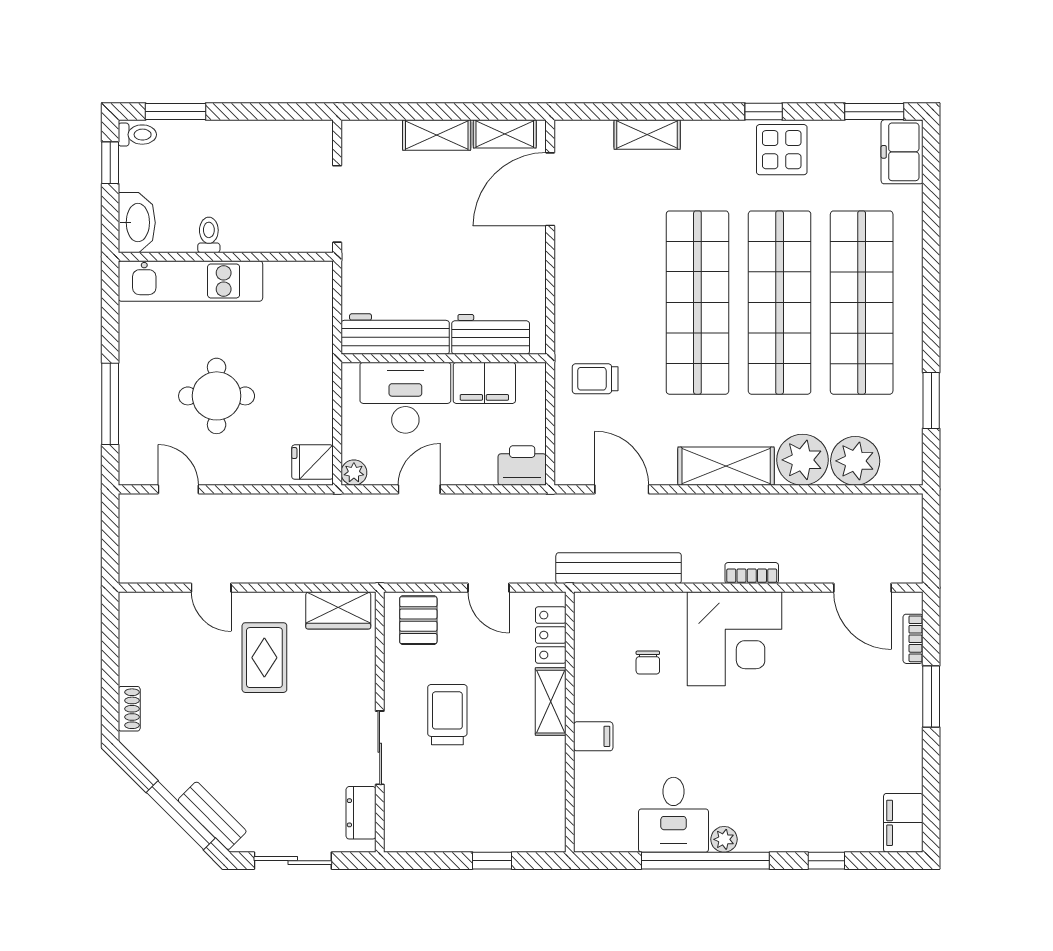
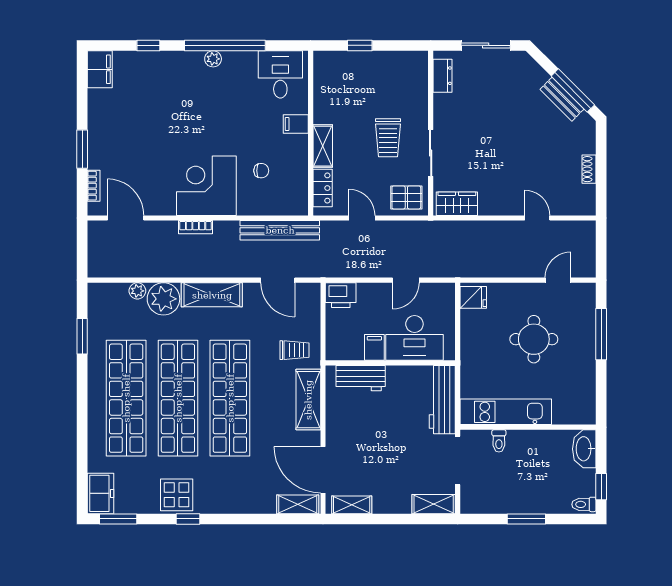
window: (176, 112) -> (526, 519), moved
shelving: (437, 135) -> (434, 504), moved
shelving: (647, 135) -> (298, 504), moved
door: (550, 189) -> (323, 470), swing flipped
toilet: (209, 235) -> (499, 441), moved
kitchen unit: (190, 281) -> (506, 412), moved
shelving: (573, 300) -> (308, 400), added
workbench: (395, 334) -> (442, 400), moved, turned 90
filing cabinet: (484, 383) -> (374, 347), width x0.50
plant: (855, 461) -> (137, 291), width x0.53, depth x0.53
plant: (354, 473) -> (447, 291), removed
door: (178, 489) -> (558, 280), swing flipped
pallet: (418, 620) -> (406, 197), turned 90
rug: (264, 658) -> (504, 174), removed
chair: (648, 663) -> (261, 171), turned 90
shoe rack: (129, 709) -> (589, 169), moved
sliding door: (380, 748) -> (431, 153), moved
window: (181, 815) -> (573, 90), moved
desk: (673, 815) -> (280, 74), moved
bench: (212, 816) -> (562, 99), moved

